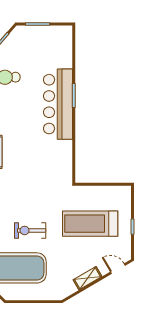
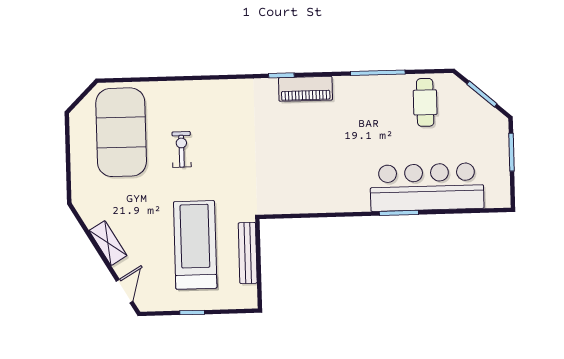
bar counter: (58, 104) -> (427, 187), moved
bench: (96, 191) -> (248, 253), added
exercise bike: (30, 230) -> (182, 149), width x0.73, depth x0.72

